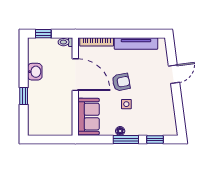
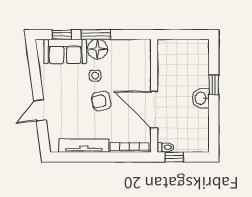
window: (43, 34) -> (174, 157), moved
washbasin: (35, 72) -> (201, 98), moved
sofa: (89, 117) -> (65, 51), moved, turned -90
floor lamp: (120, 131) -> (98, 49), width x1.89, depth x1.89

